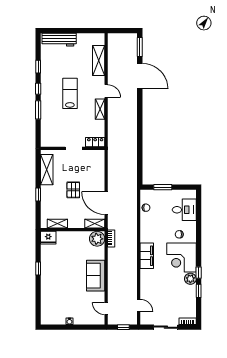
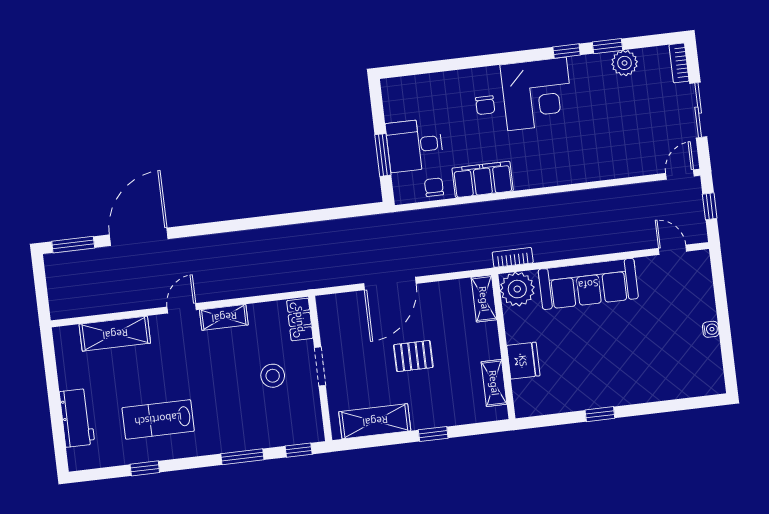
workbench: (59, 40) -> (77, 418), width x0.73
window: (38, 89) -> (299, 450), moved
lab bench: (70, 93) -> (158, 419), moved
stool: (72, 127) -> (273, 376), added
door: (106, 203) -> (390, 283), moved
desk: (184, 210) -> (415, 145), moved, turned -90
fridge: (48, 238) -> (523, 361), moved
filing cabinet: (147, 256) -> (483, 179), moved
sofa: (96, 276) -> (588, 284), width x1.36
plant: (190, 279) -> (624, 63), moved
door: (139, 305) -> (680, 175), moved
door: (106, 309) -> (673, 250), swing flipped

